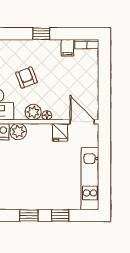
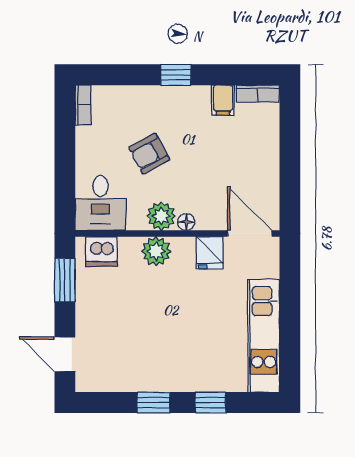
armchair: (26, 77) -> (149, 154), turned -97
plant: (18, 132) -> (156, 251), moved

